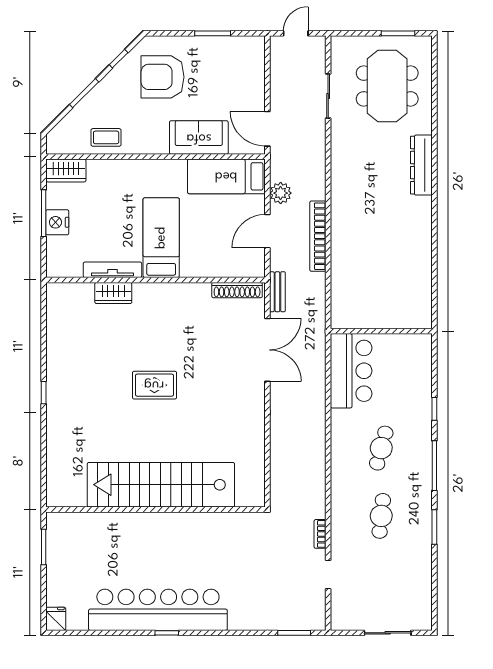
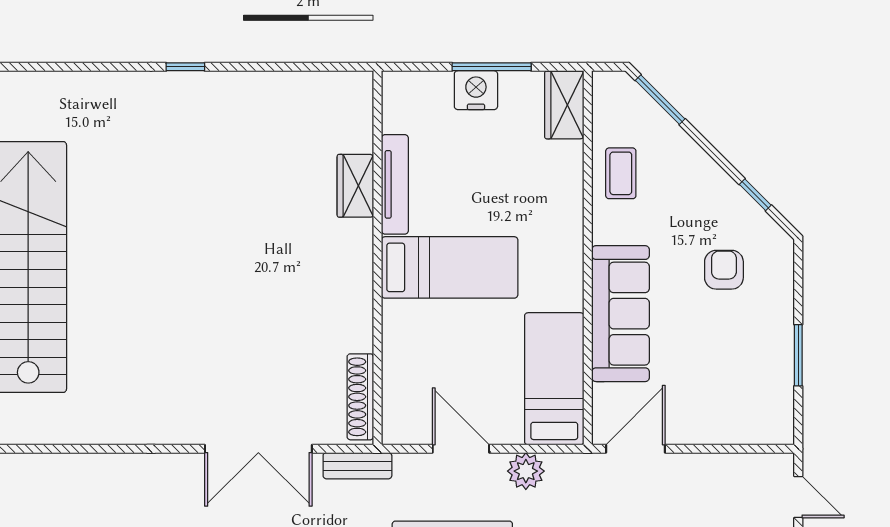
armchair: (163, 77) -> (724, 270), width x0.53, depth x0.53
window: (84, 93) -> (660, 100), moved
sofa: (199, 138) -> (621, 314), width x1.36
rug: (154, 385) -> (198, 256), removed

